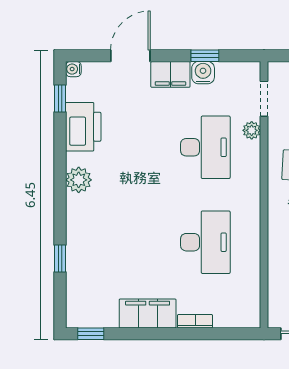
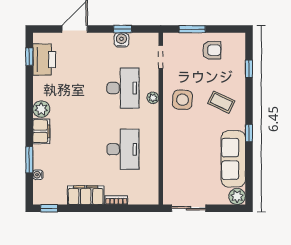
water cooler: (73, 69) -> (38, 175), moved
filing cabinet: (170, 74) -> (41, 131), moved, turned -90
printer: (83, 127) -> (44, 60), moved
plant: (252, 130) -> (153, 98), moved
window: (60, 258) -> (29, 160), width x1.50

